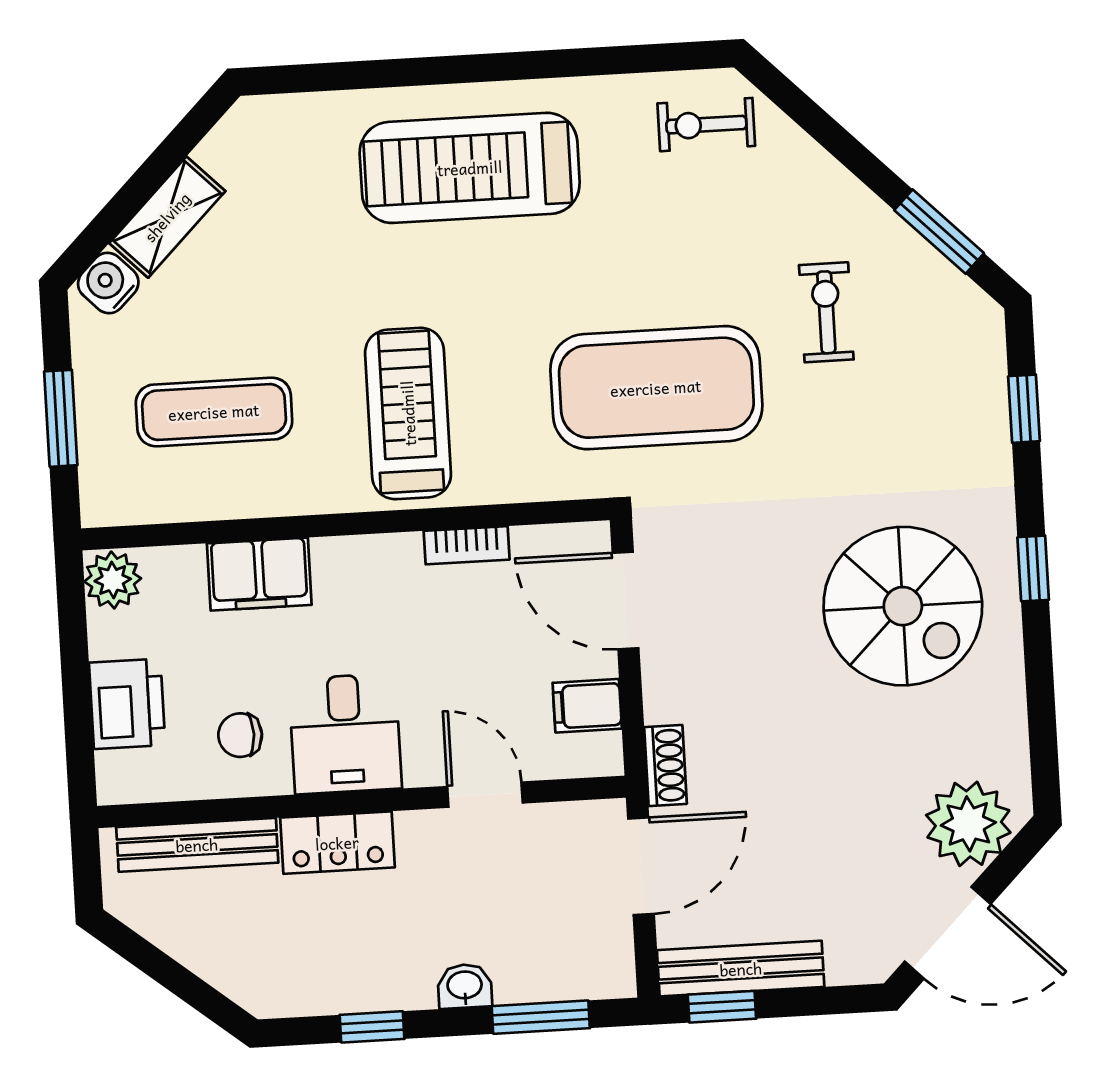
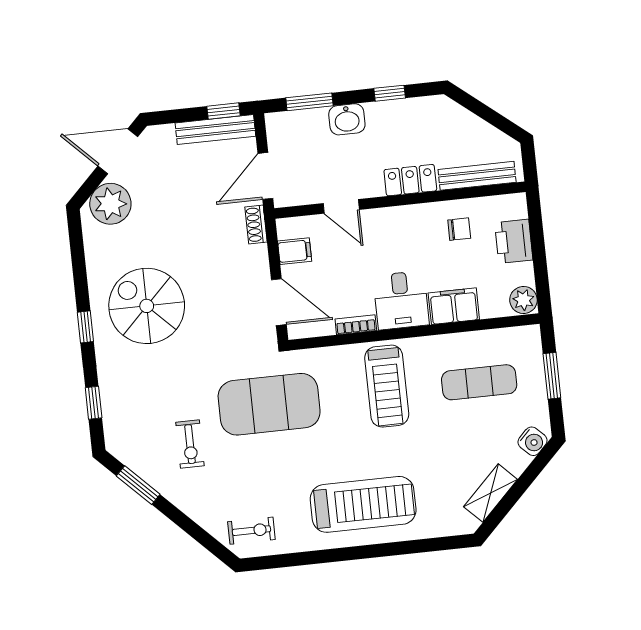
shelving: (167, 217) -> (491, 493), moved
desk: (345, 734) -> (401, 300), moved, turned 180
washbasin: (465, 986) -> (347, 119), width x1.38, depth x1.45

